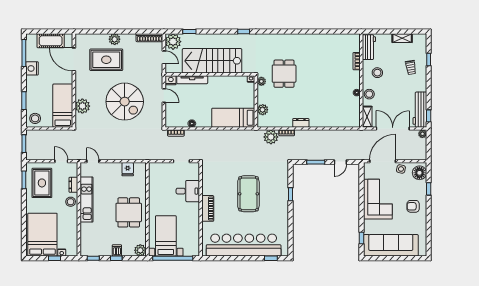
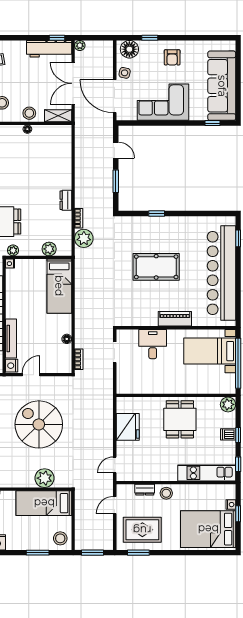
spiral stairs: (125, 102) -> (39, 424), turned -90
fridge: (128, 169) -> (128, 427), width x1.88, depth x1.34
kitchen unit: (87, 200) -> (207, 473), moved
dining table: (129, 212) -> (180, 419), turned 90
bed with nightstands: (166, 236) -> (210, 351), moved

